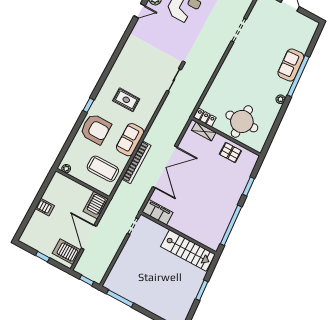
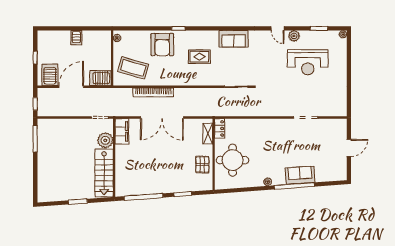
rug: (126, 100) -> (199, 57), turned 90
sofa: (130, 140) -> (233, 39), moved, turned 180
coffee table: (103, 169) -> (133, 68), turned -74
plant: (157, 232) -> (105, 140), added

